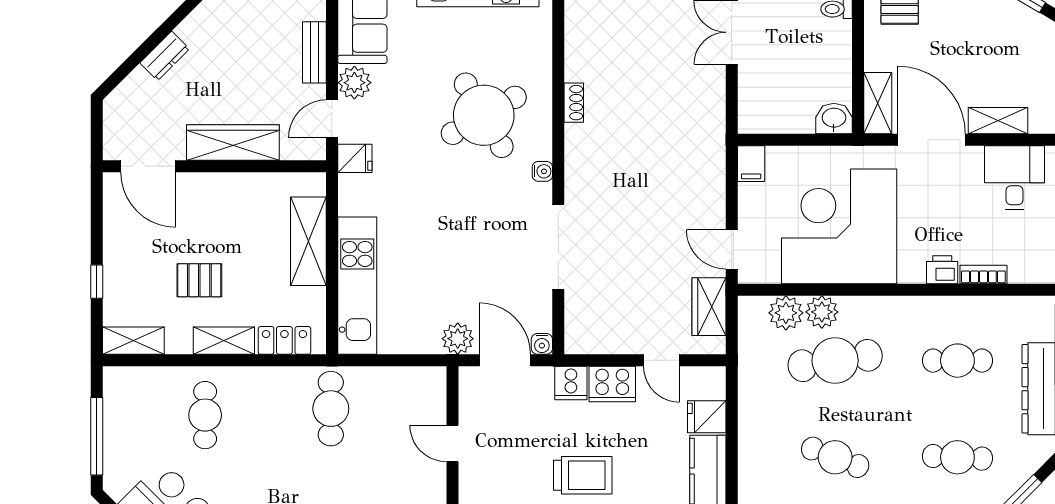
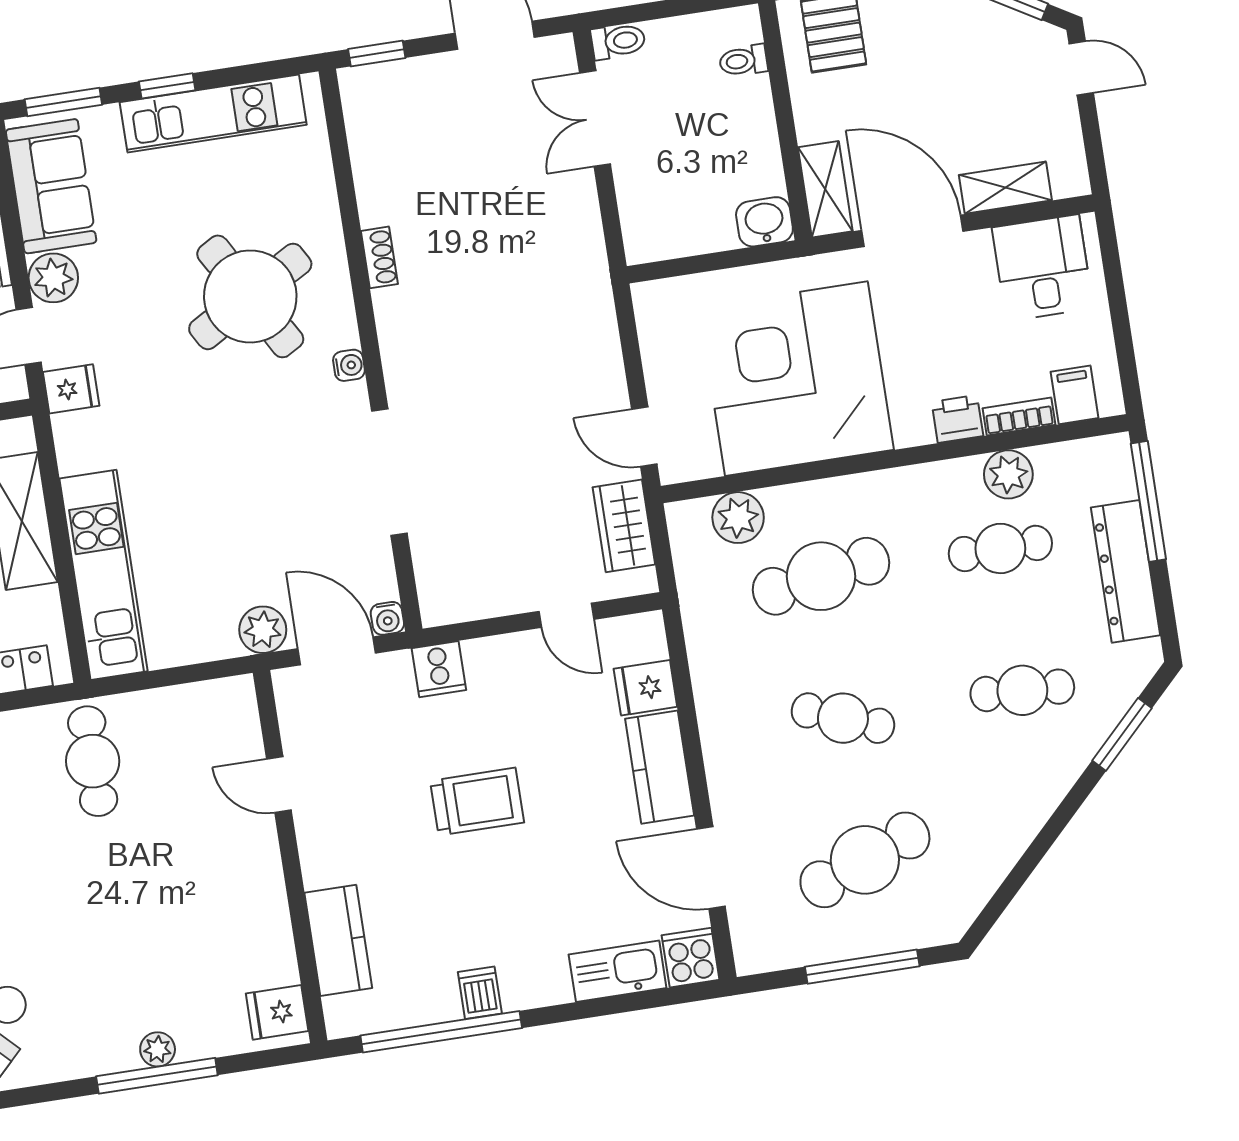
filing cabinet: (751, 164) -> (1075, 395), moved, turned 180
plant: (822, 312) -> (1008, 474), moved
cooker: (612, 384) -> (500, 661), removed

